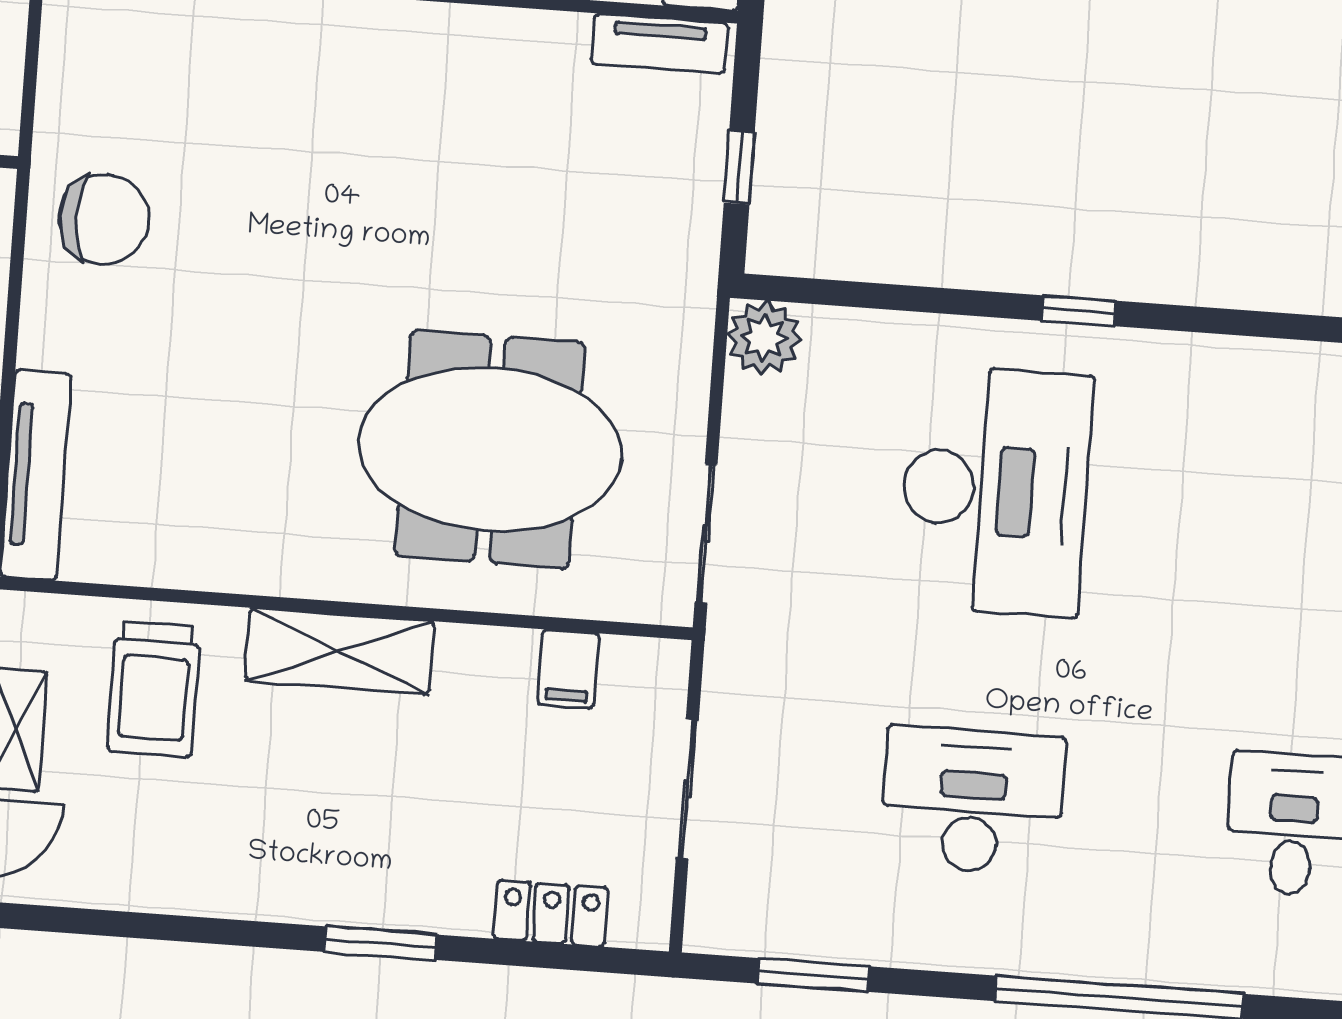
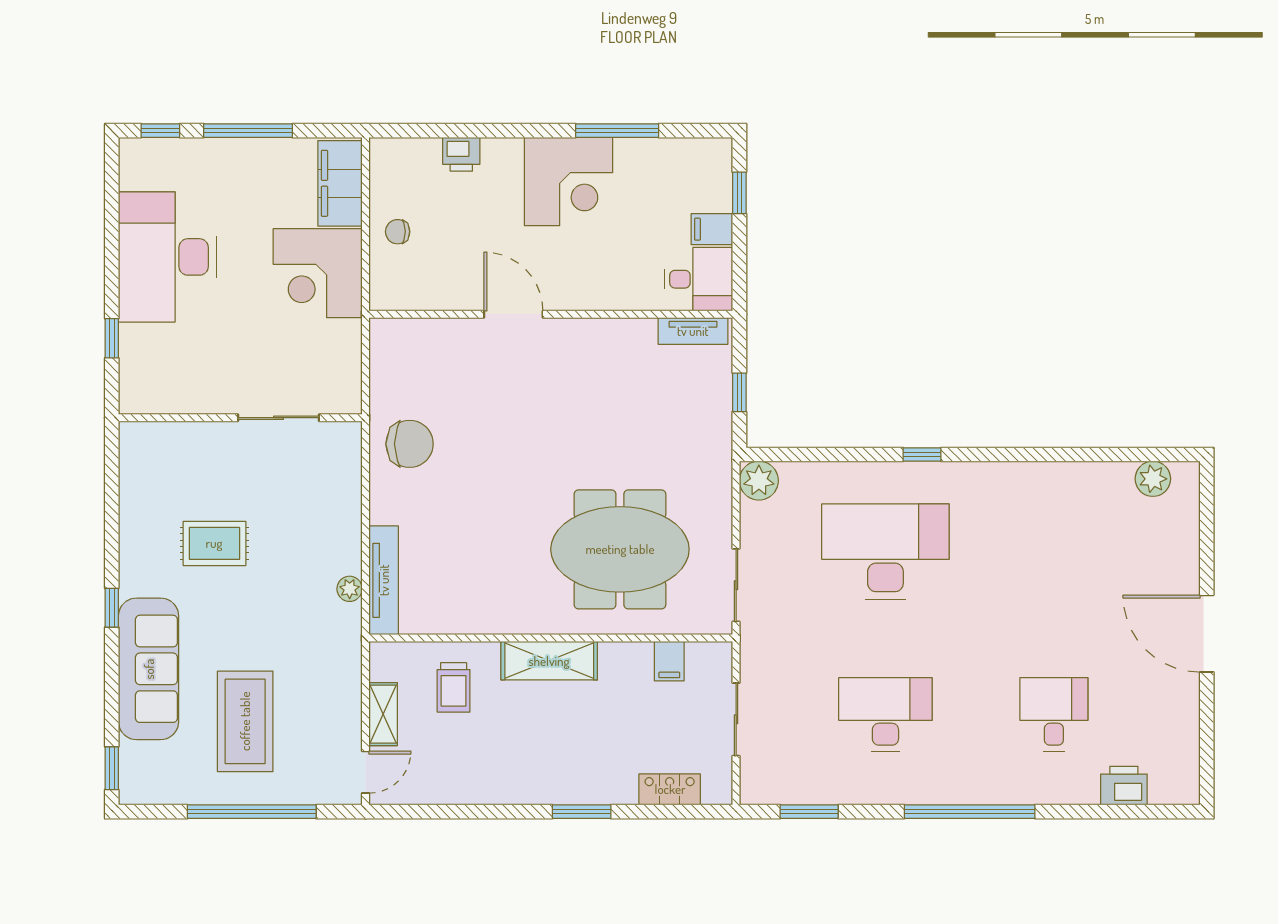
desk: (995, 491) -> (885, 552), turned -90
trolley: (154, 689) -> (454, 687), width x0.73, depth x0.72

